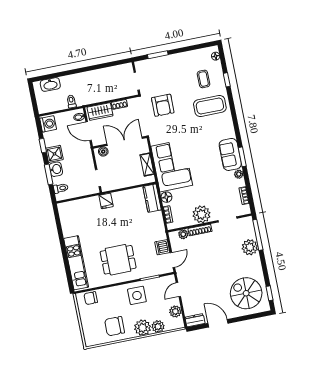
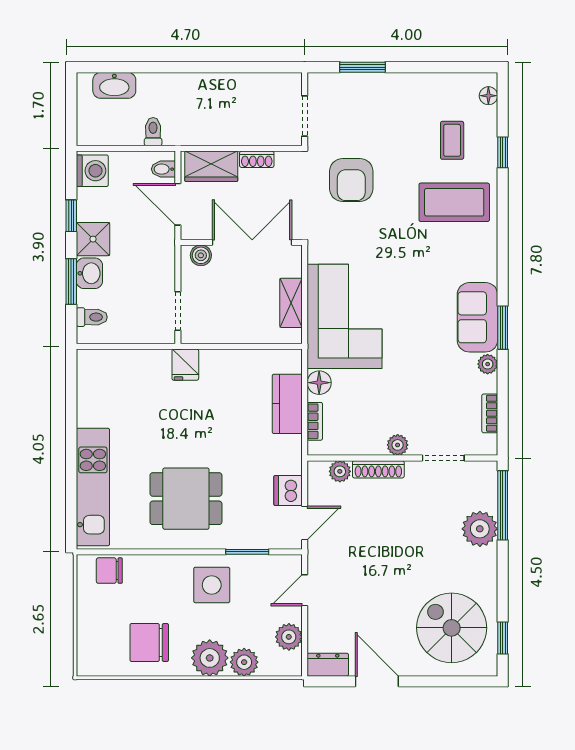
kitchen counter: (152, 198) -> (287, 404), moved
plant: (201, 214) -> (398, 445), width x0.53, depth x0.53

